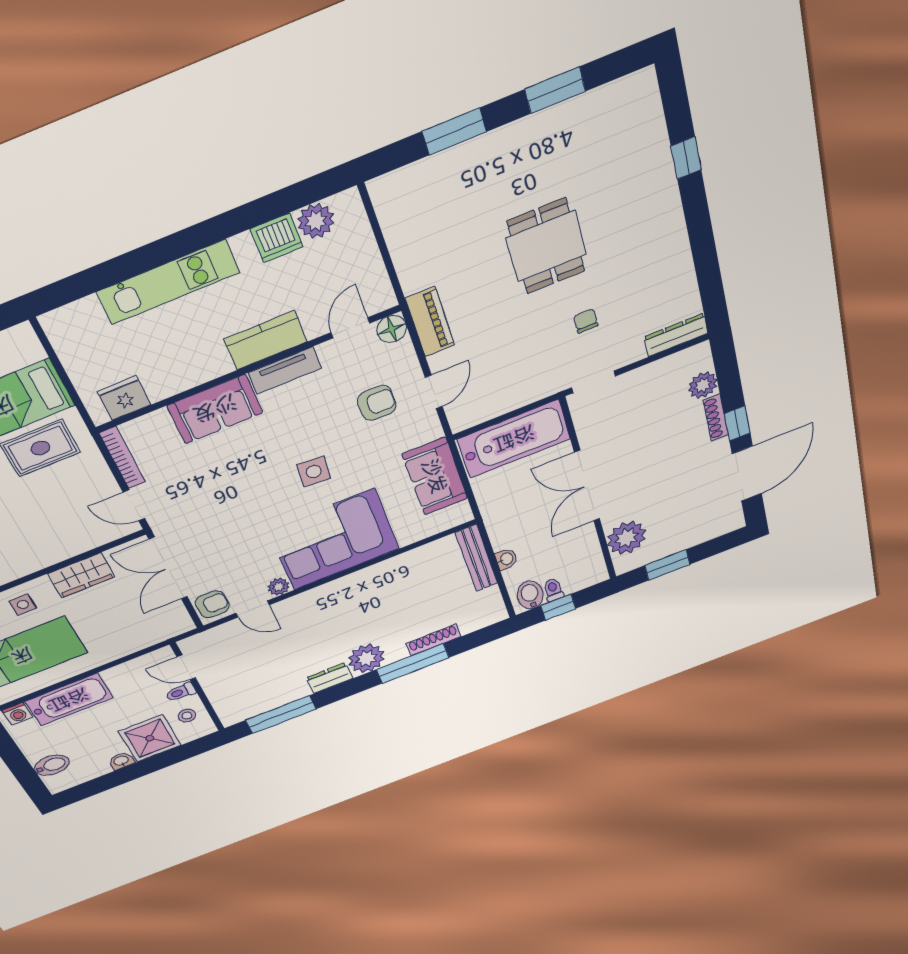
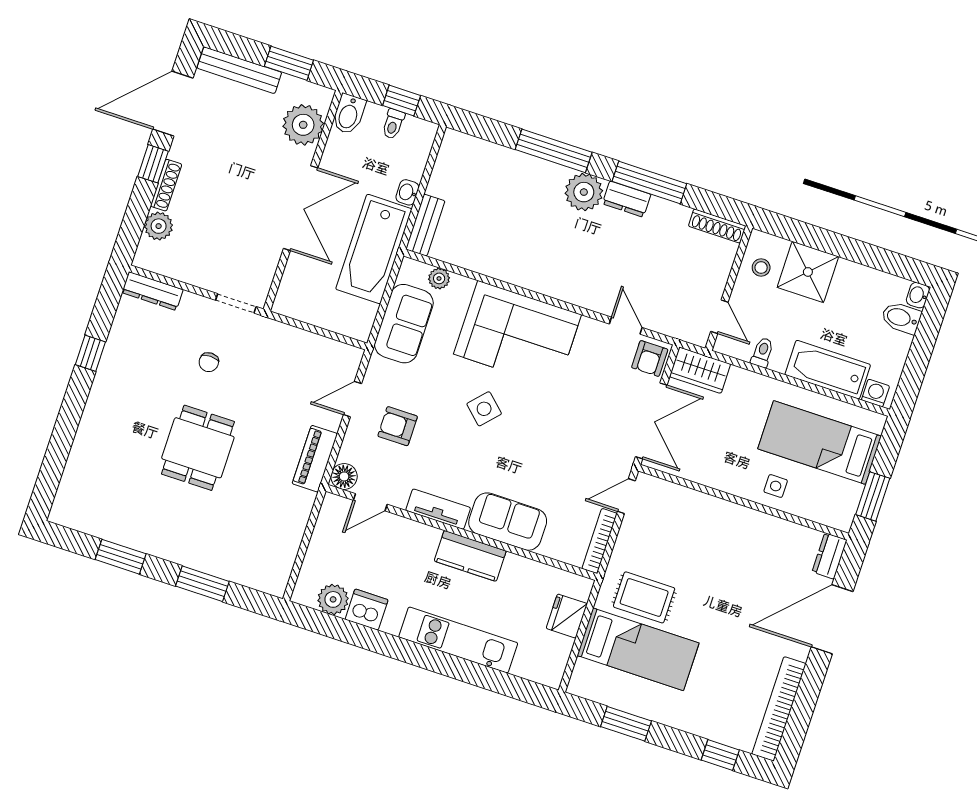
window: (686, 158) -> (90, 353), moved
kitchen counter: (266, 340) -> (470, 556), moved
fridge: (124, 398) -> (567, 616), moved, turned 90
bathtub: (514, 439) -> (374, 249), moved, turned -90
side table: (314, 472) -> (484, 409), turned 38
door: (134, 505) -> (626, 496), swing flipped
bench: (705, 533) -> (239, 70), added
bench: (477, 558) -> (425, 225), width x0.73
wardrobe: (81, 575) -> (700, 370), moved, turned 180
plant: (279, 587) -> (439, 278), moved
bidet: (530, 595) -> (349, 114), moved
armchair: (212, 604) -> (650, 358), turned -90
shoe rack: (433, 640) -> (717, 226), moved
toilet: (181, 692) -> (762, 352), moved, turned -90
window: (281, 715) -> (649, 183), moved
washbasin: (121, 761) -> (918, 295), moved, turned 90

